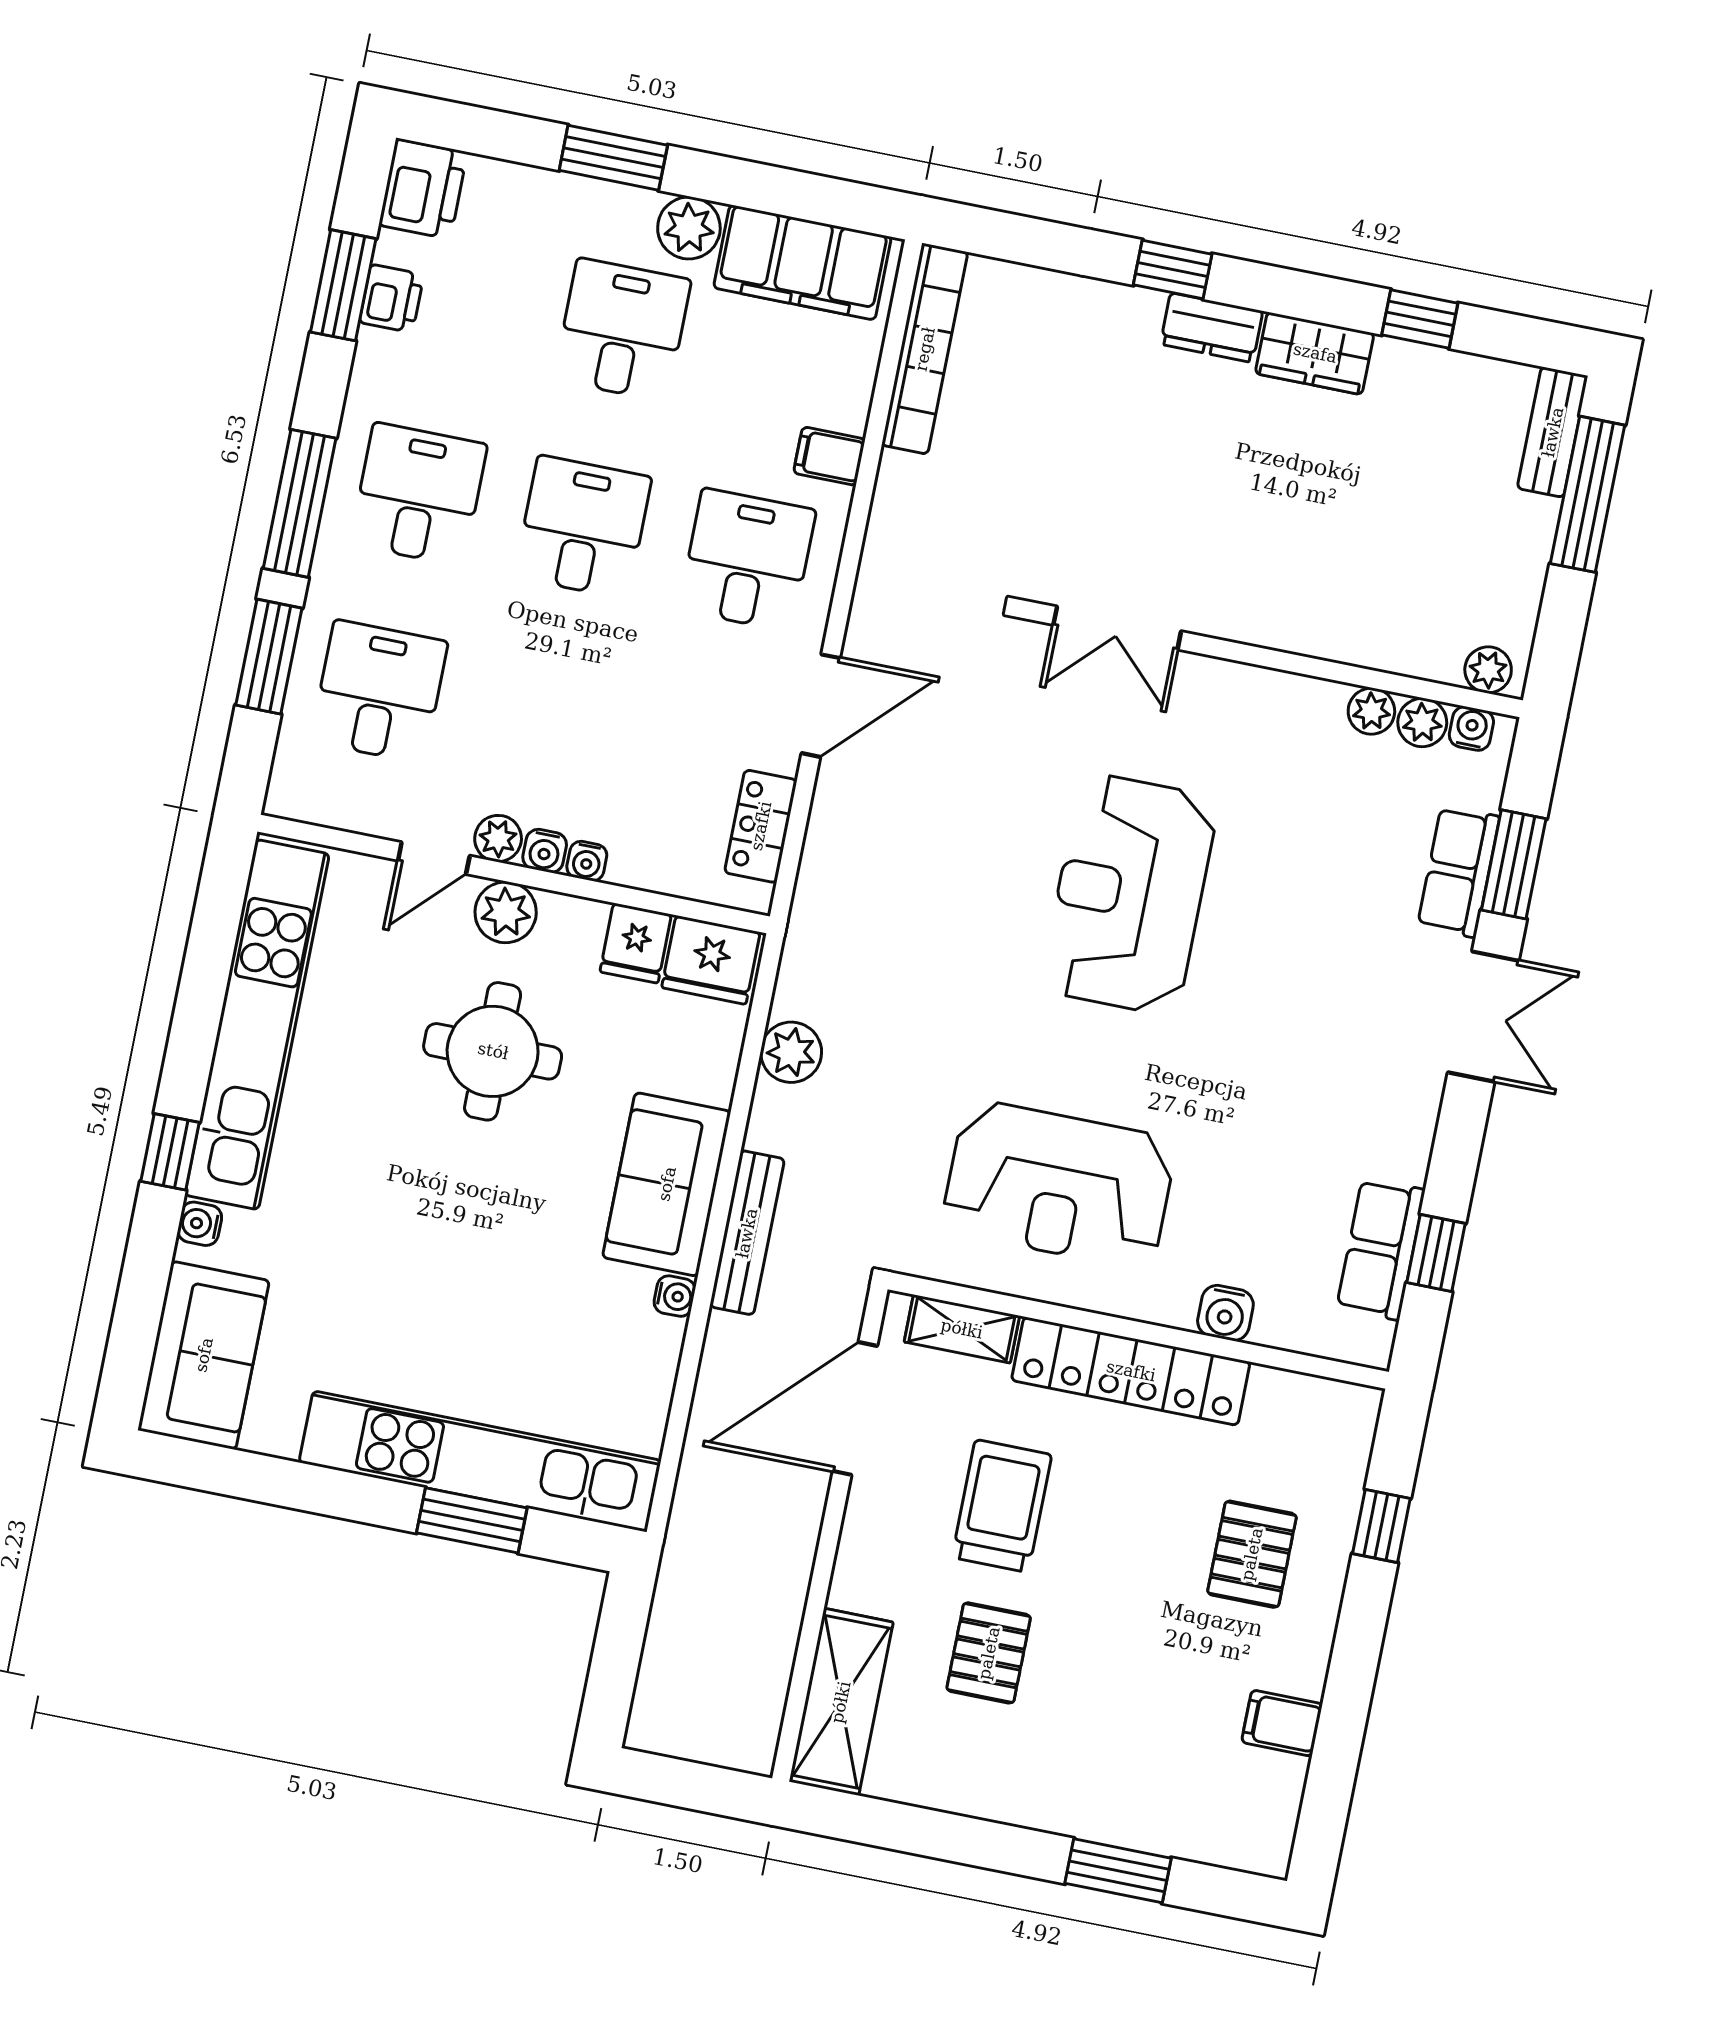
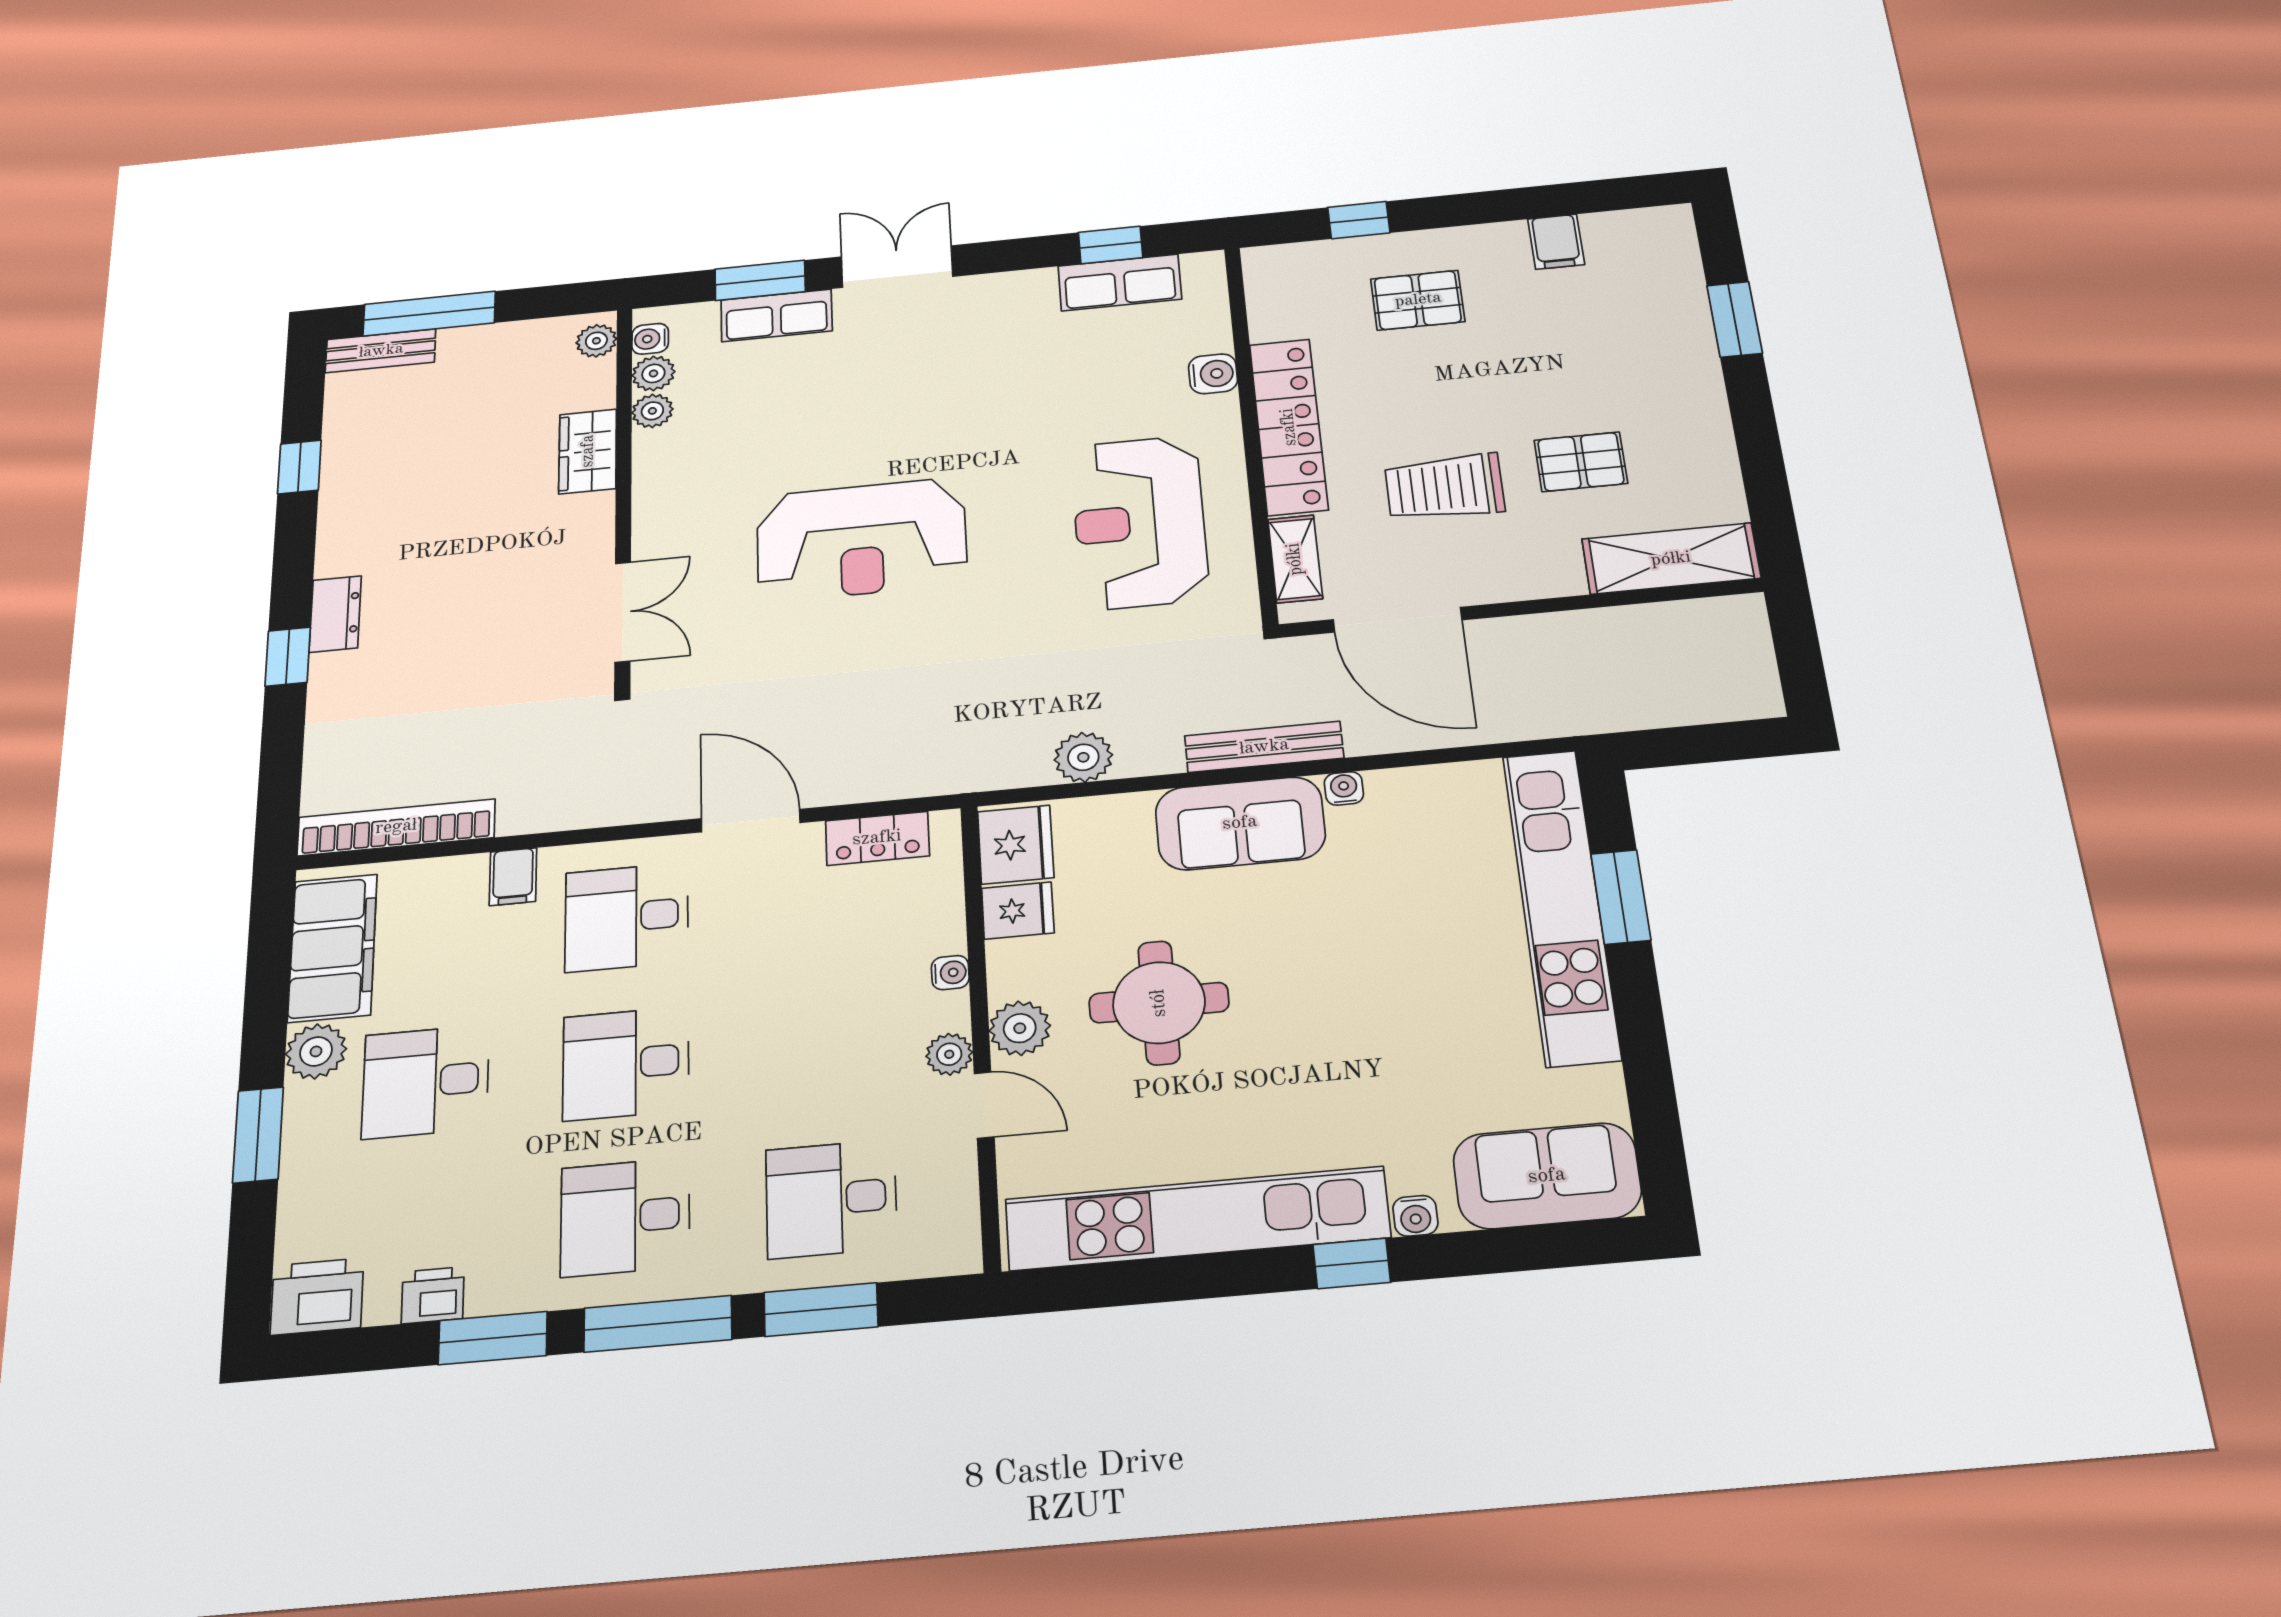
window: (343, 285) -> (493, 1338), moved
wardrobe: (1315, 353) -> (588, 451), moved, turned 180
water cooler: (545, 851) -> (950, 1011), removed
reception desk: (1059, 1185) -> (1139, 522), turned 180

